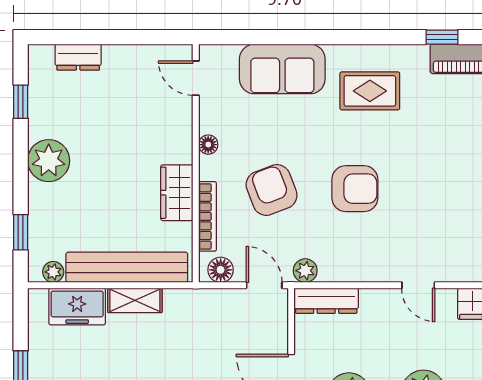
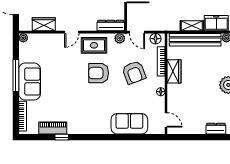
rug: (370, 91) -> (94, 45), moved
door: (418, 285) -> (72, 32), swing flipped

